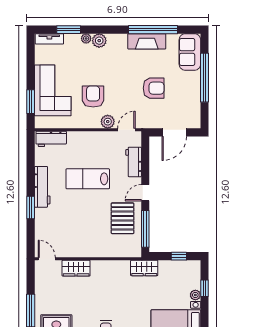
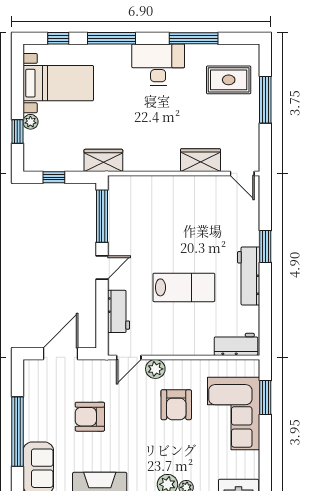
pallet: (123, 218) -> (134, 231), removed

